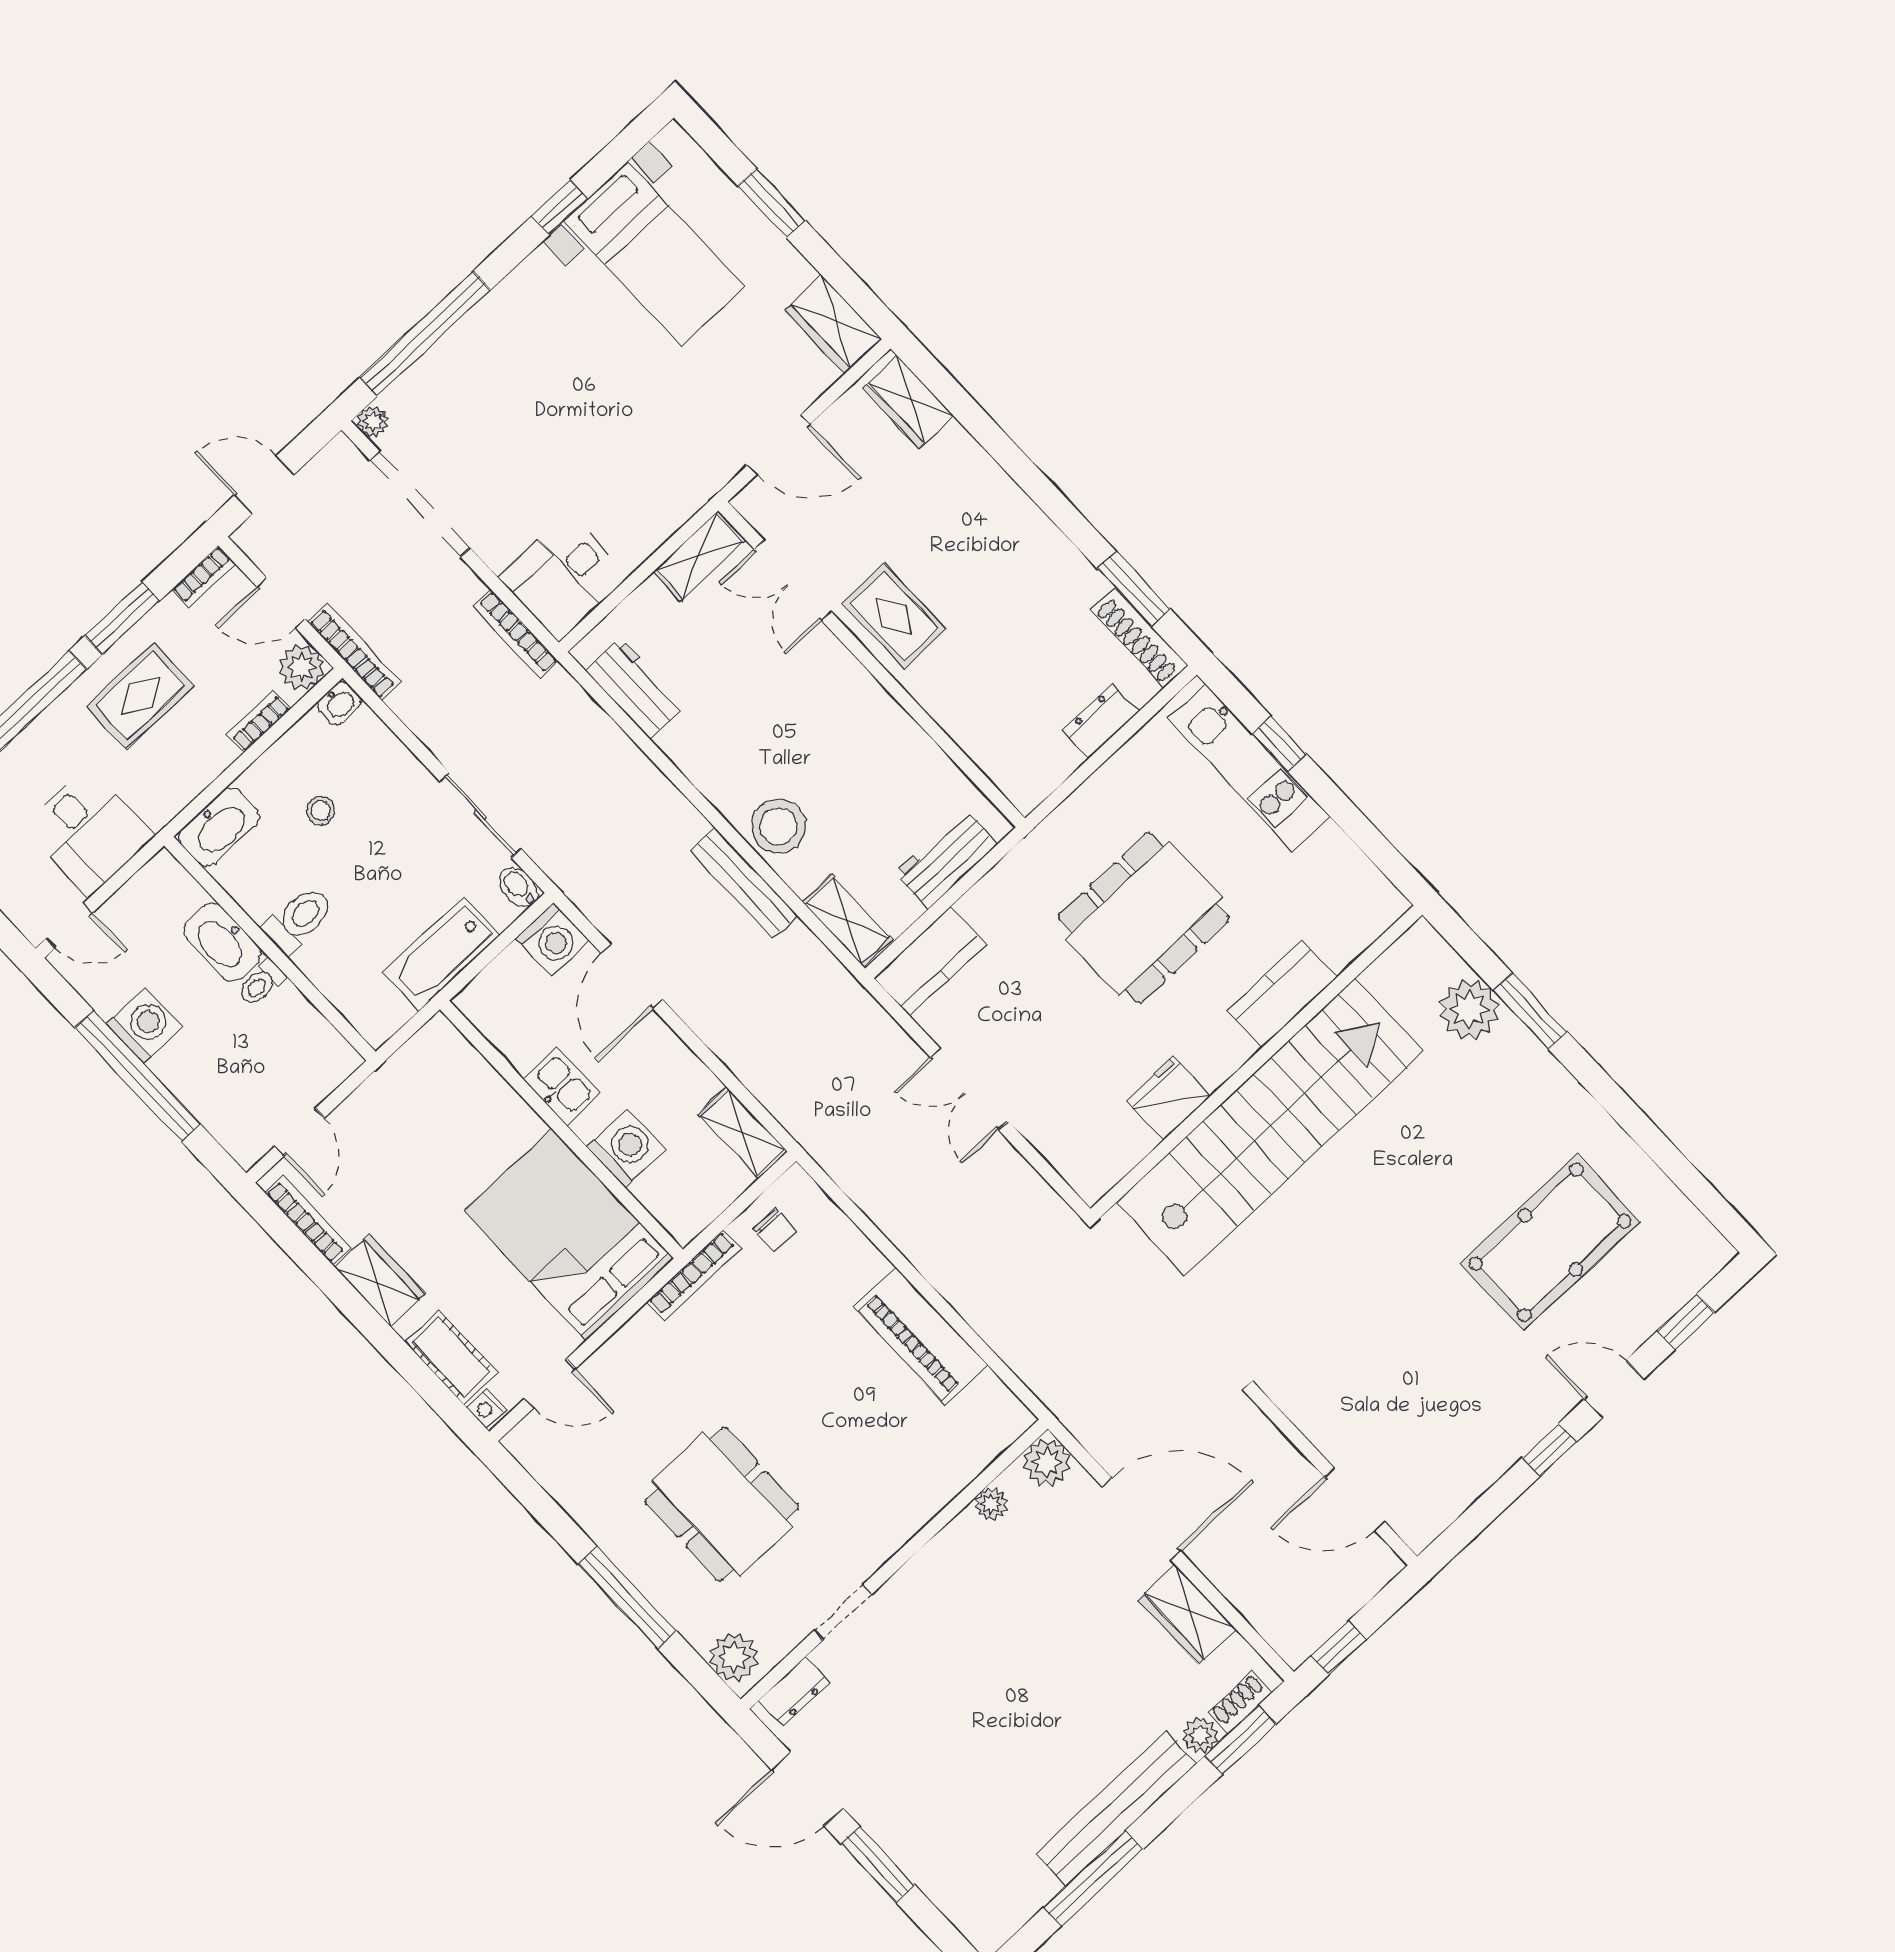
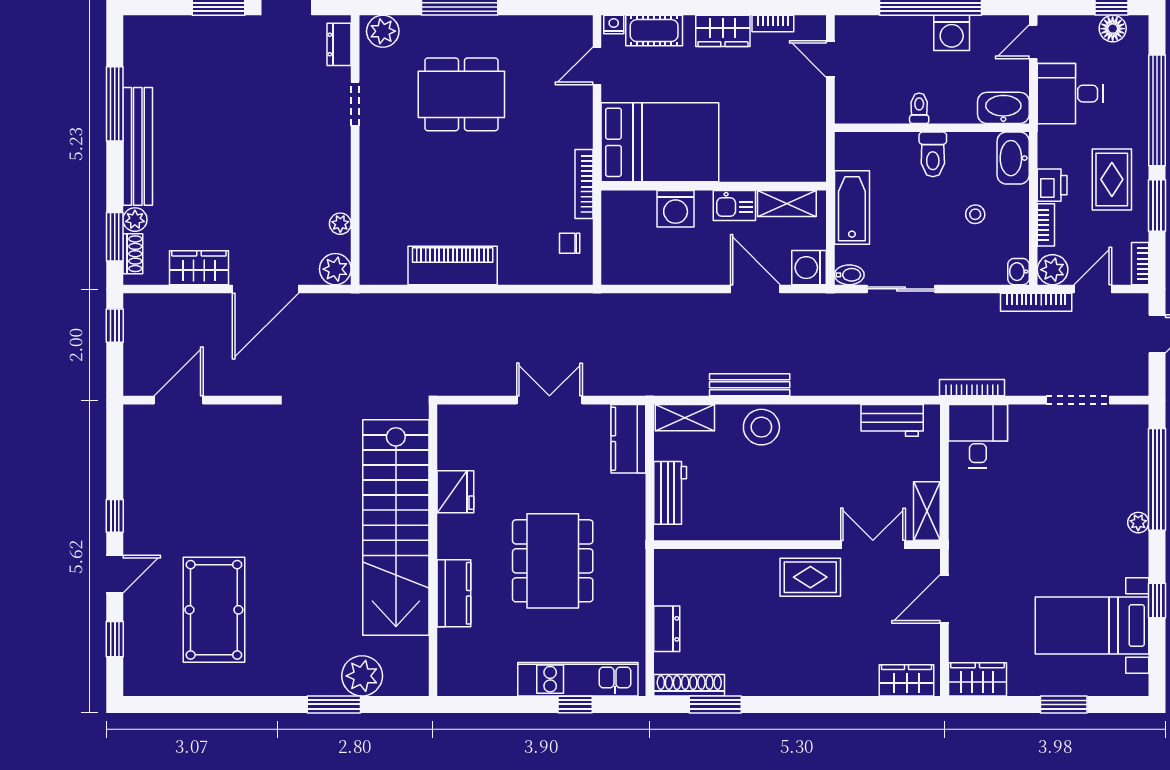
plant: (373, 422) -> (1138, 523), moved
doorway: (420, 504) -> (1078, 400), width x0.73
printer: (208, 756) -> (1052, 185), added
washbasin: (222, 942) -> (1003, 108), moved
shelving: (743, 1133) -> (787, 203), moved
bookcase: (308, 1220) -> (773, 23), width x0.64

